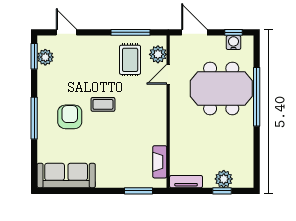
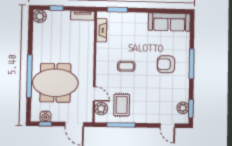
door: (168, 74) -> (94, 94), hinge flipped
coffee table: (103, 104) -> (126, 66), moved
armchair: (70, 117) -> (166, 64), turned 90
plant: (224, 179) -> (40, 16), moved

